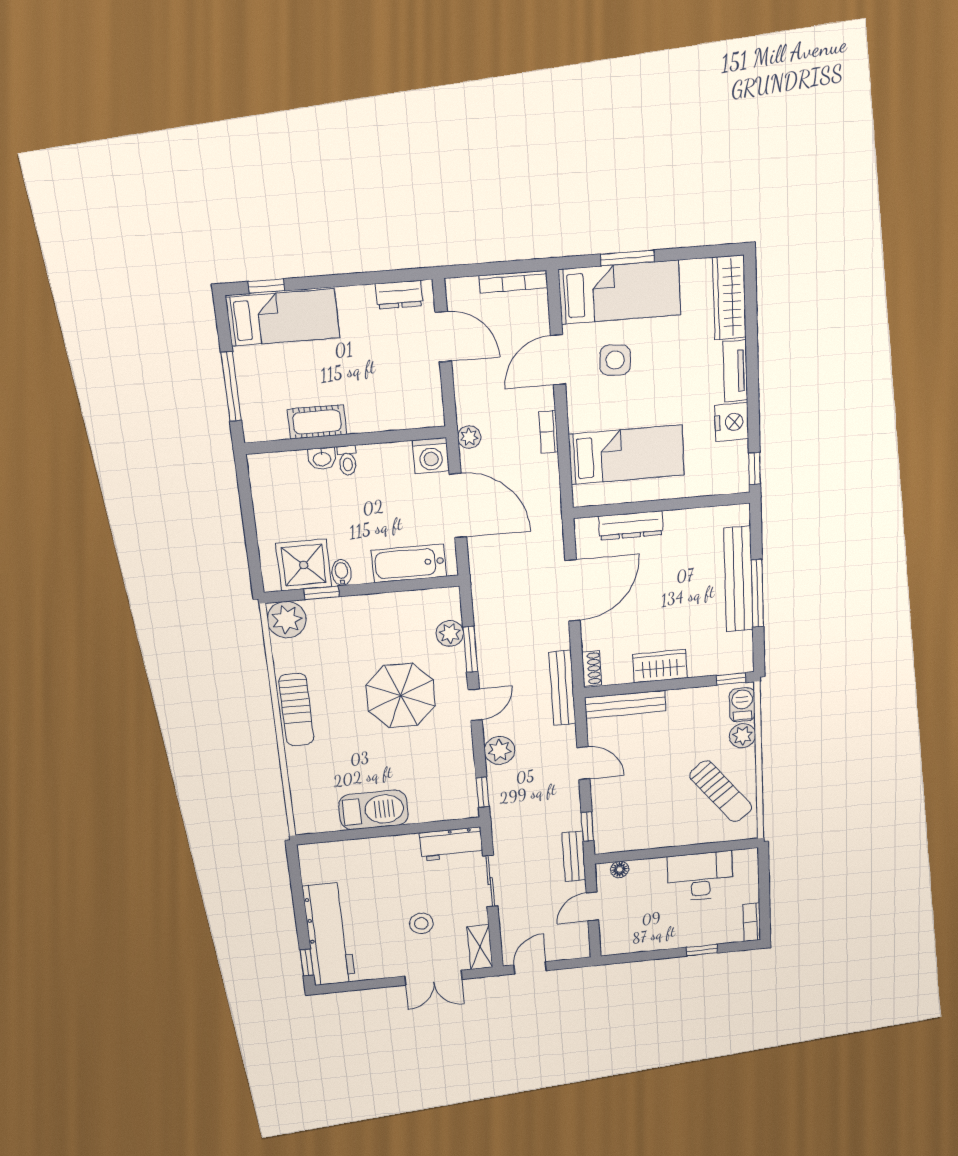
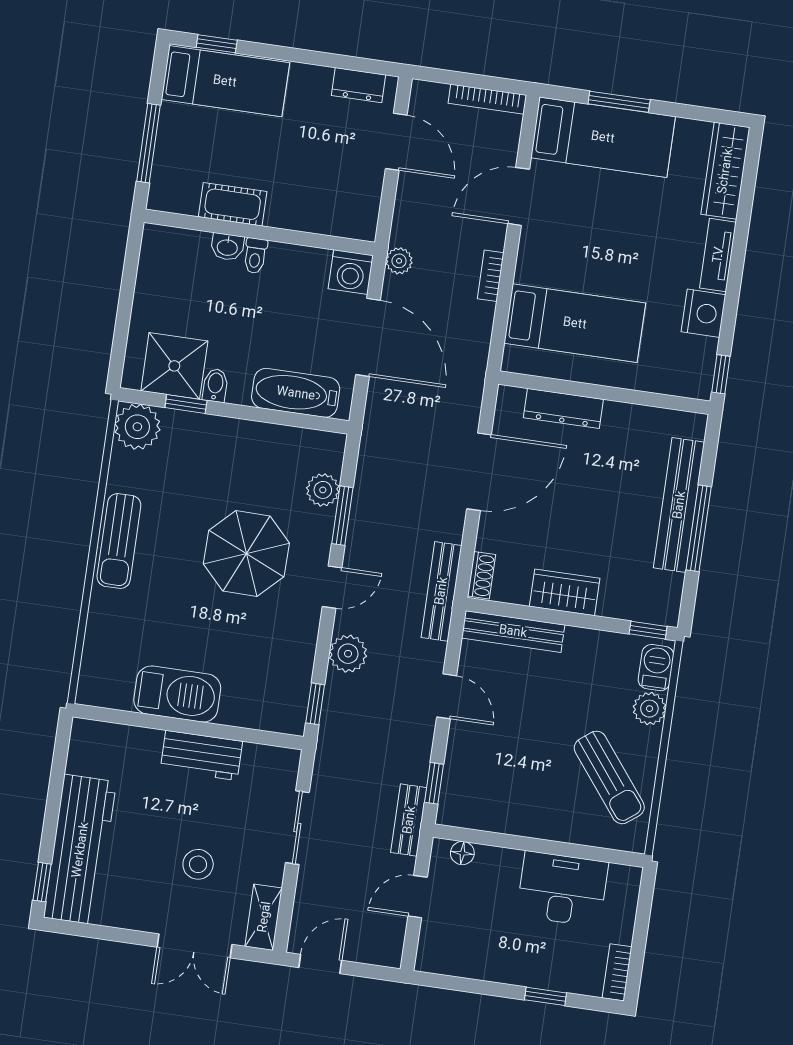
side table: (615, 360) -> (583, 211), removed
workbench: (451, 844) -> (201, 755), moved

